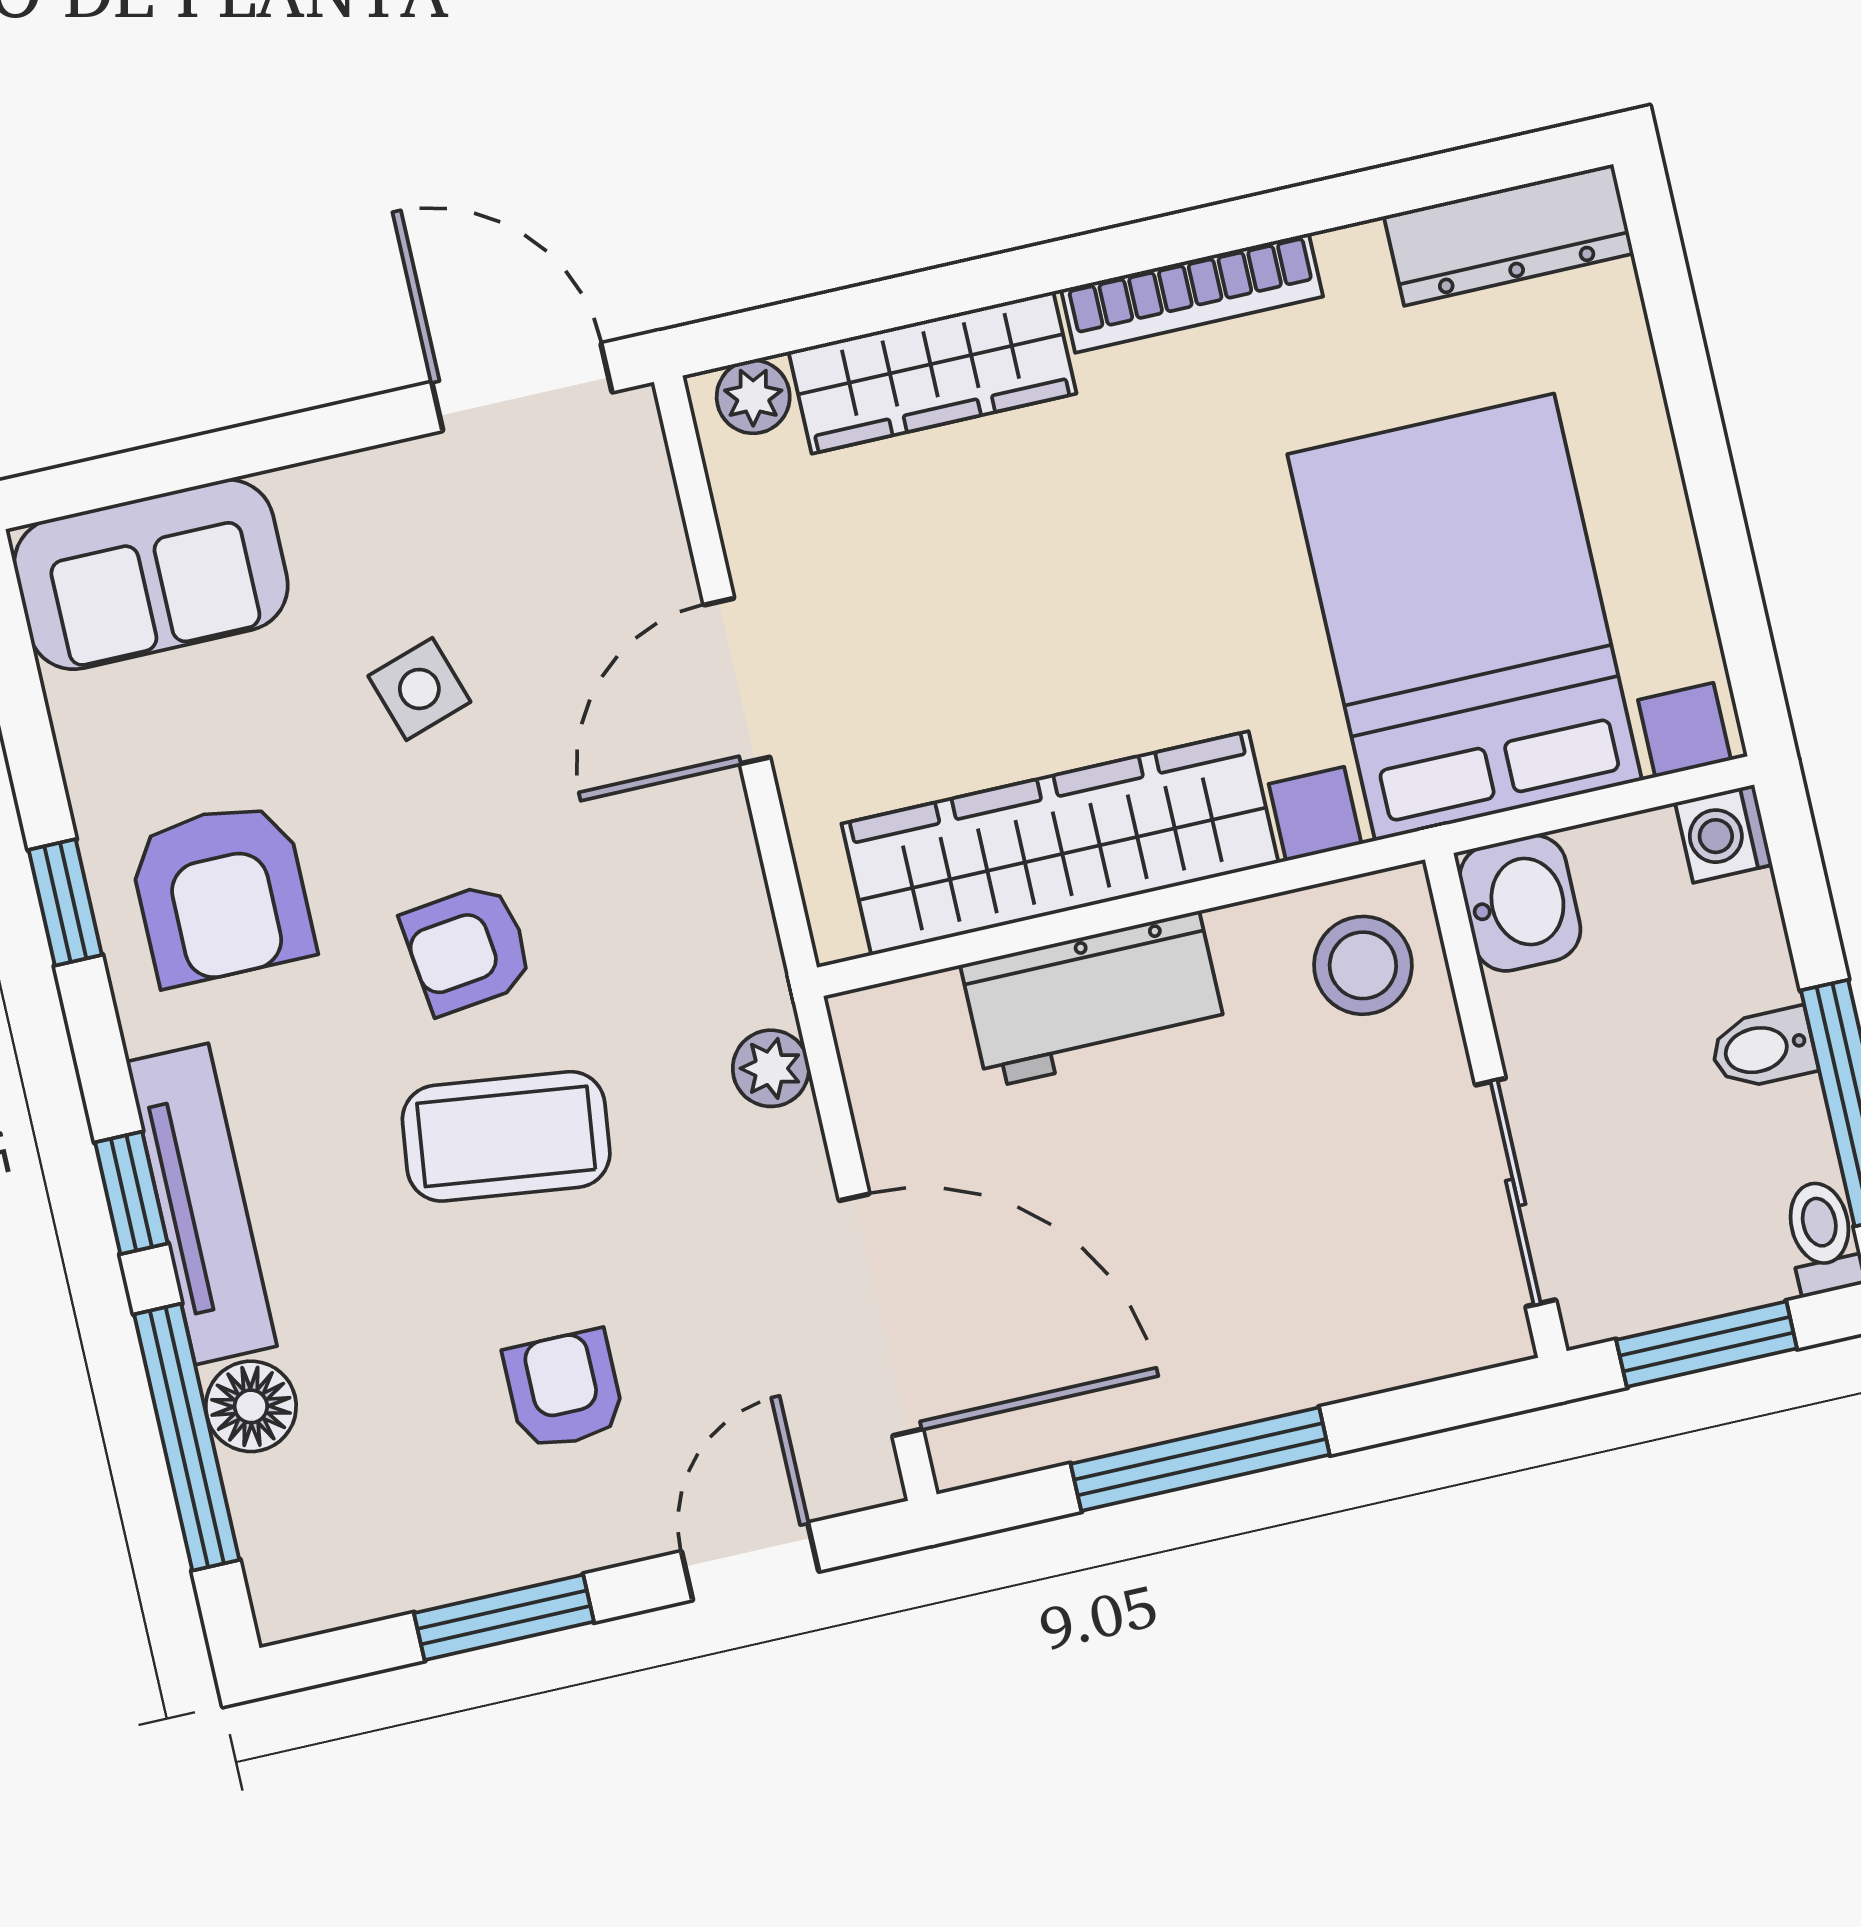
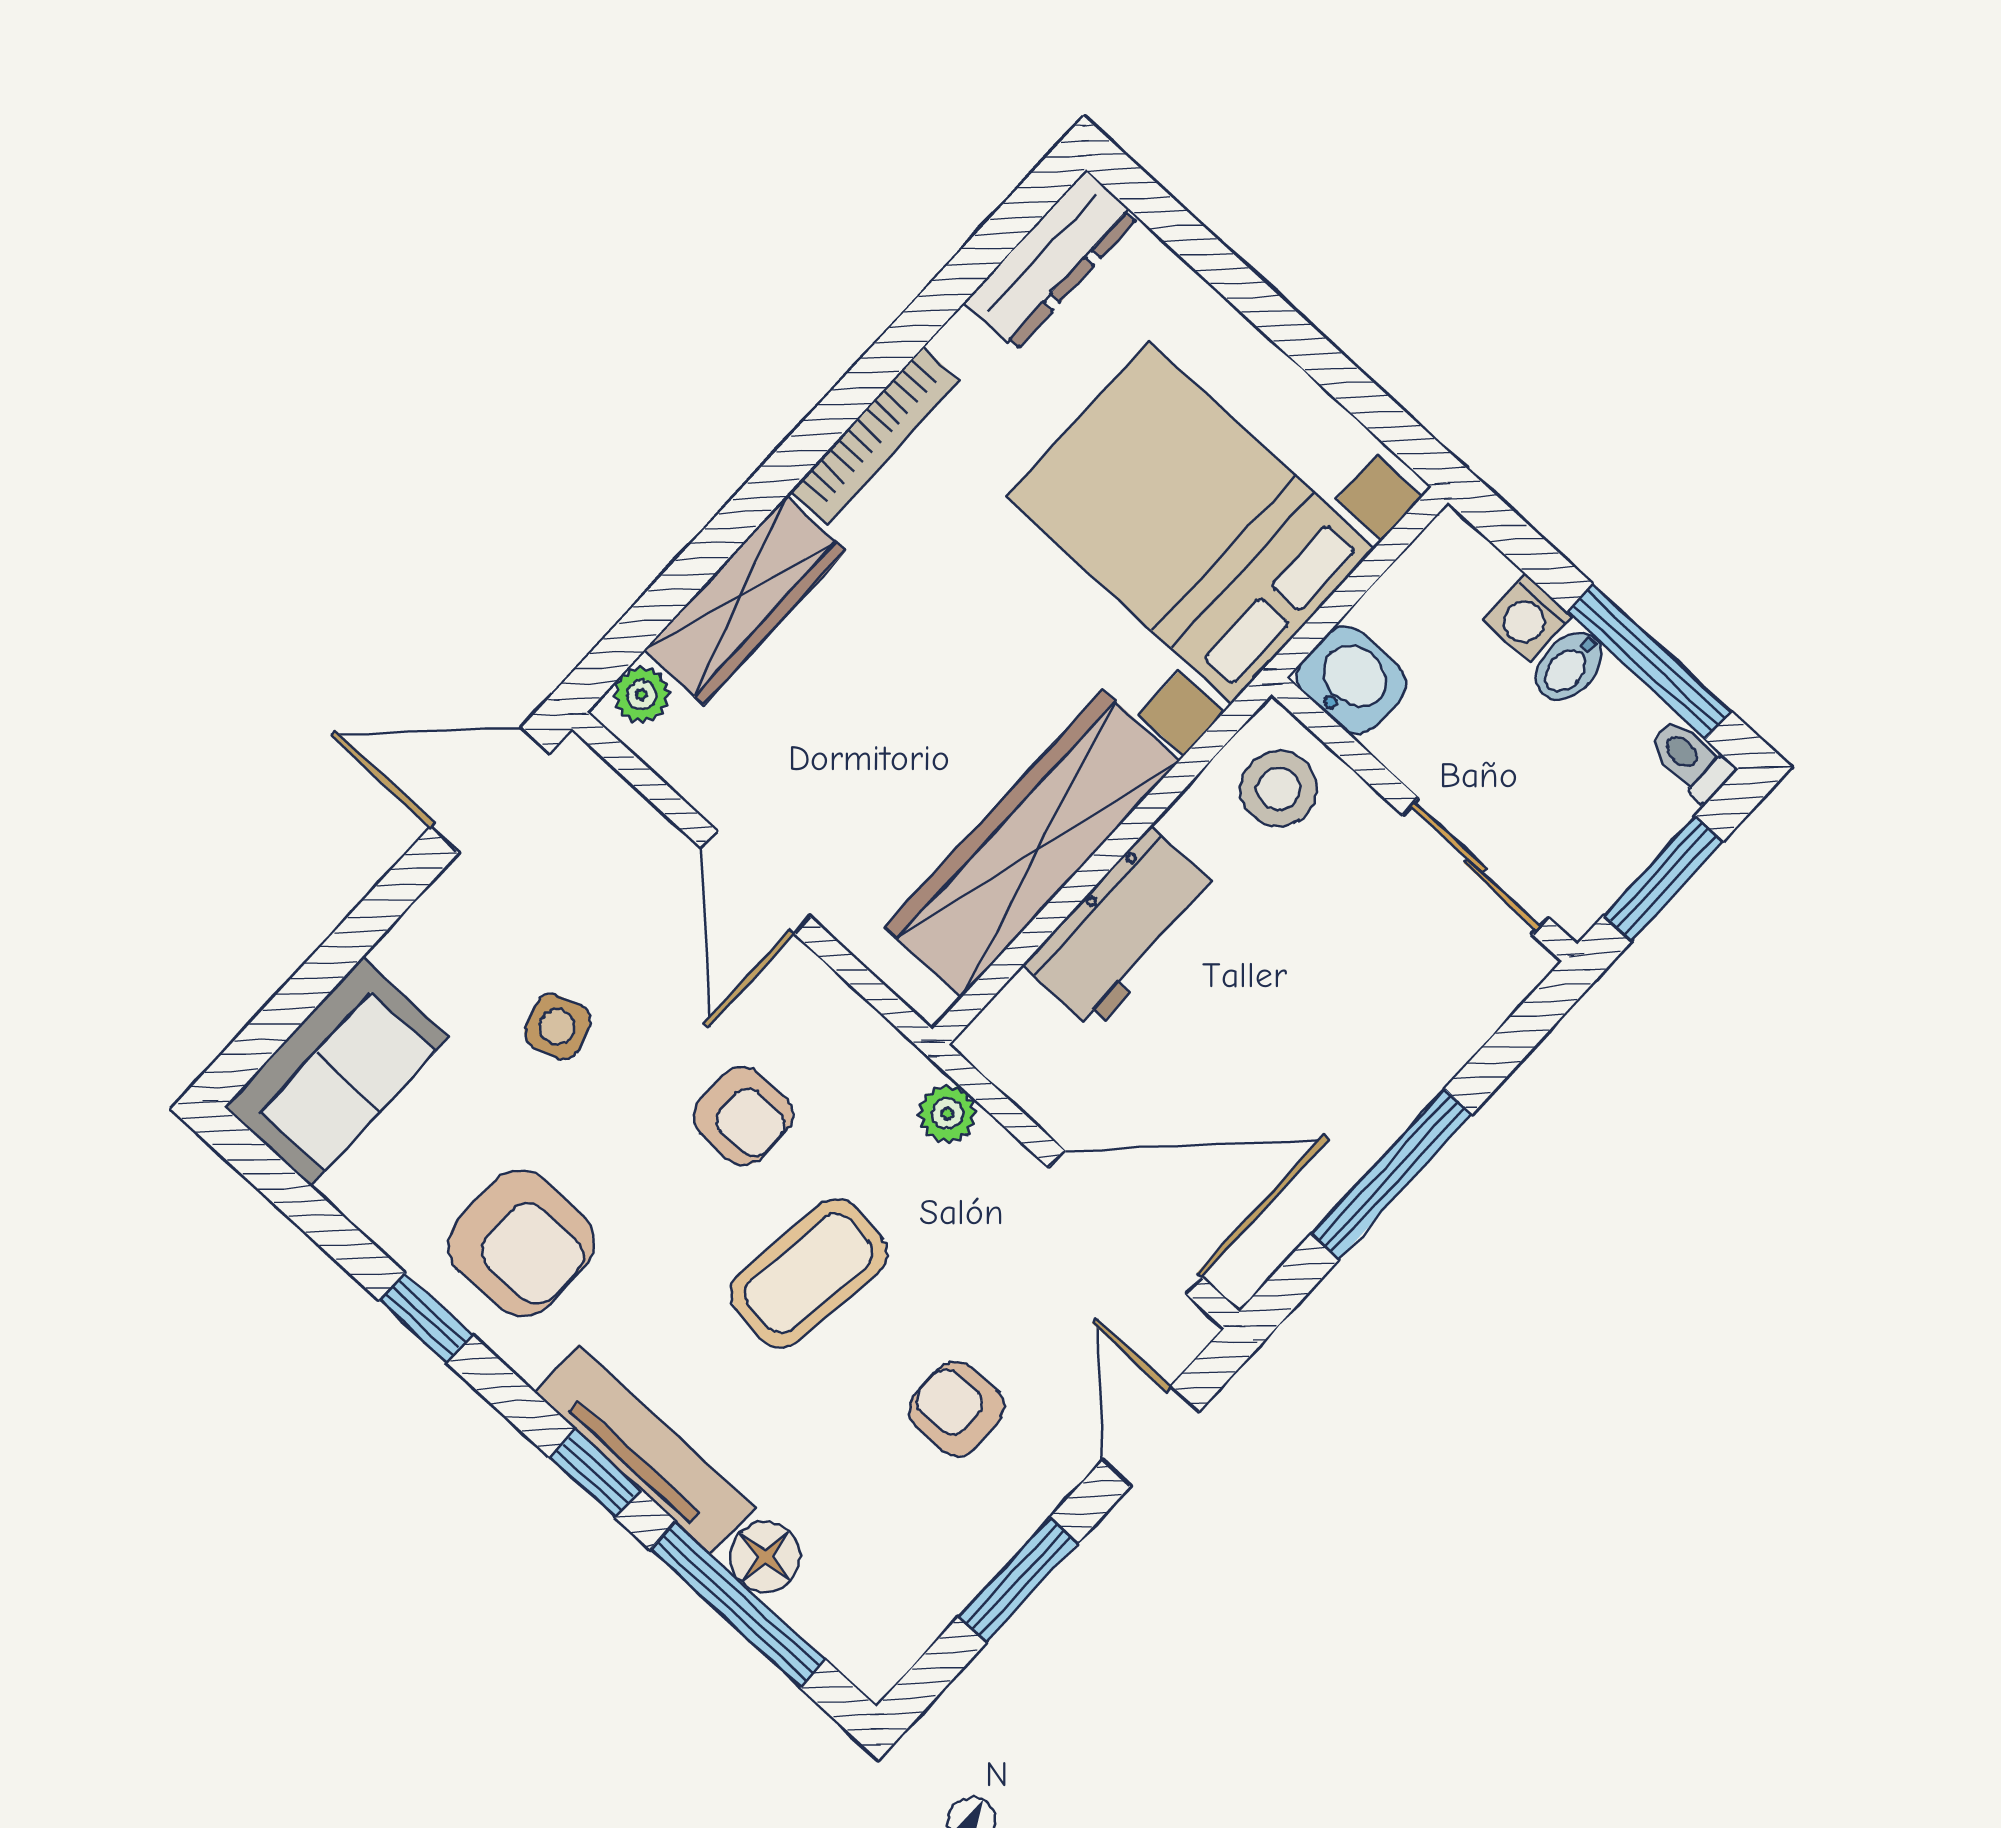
washing machine: (1724, 834) -> (1527, 618), moved
armchair: (468, 948) -> (743, 1116), moved, turned -83

